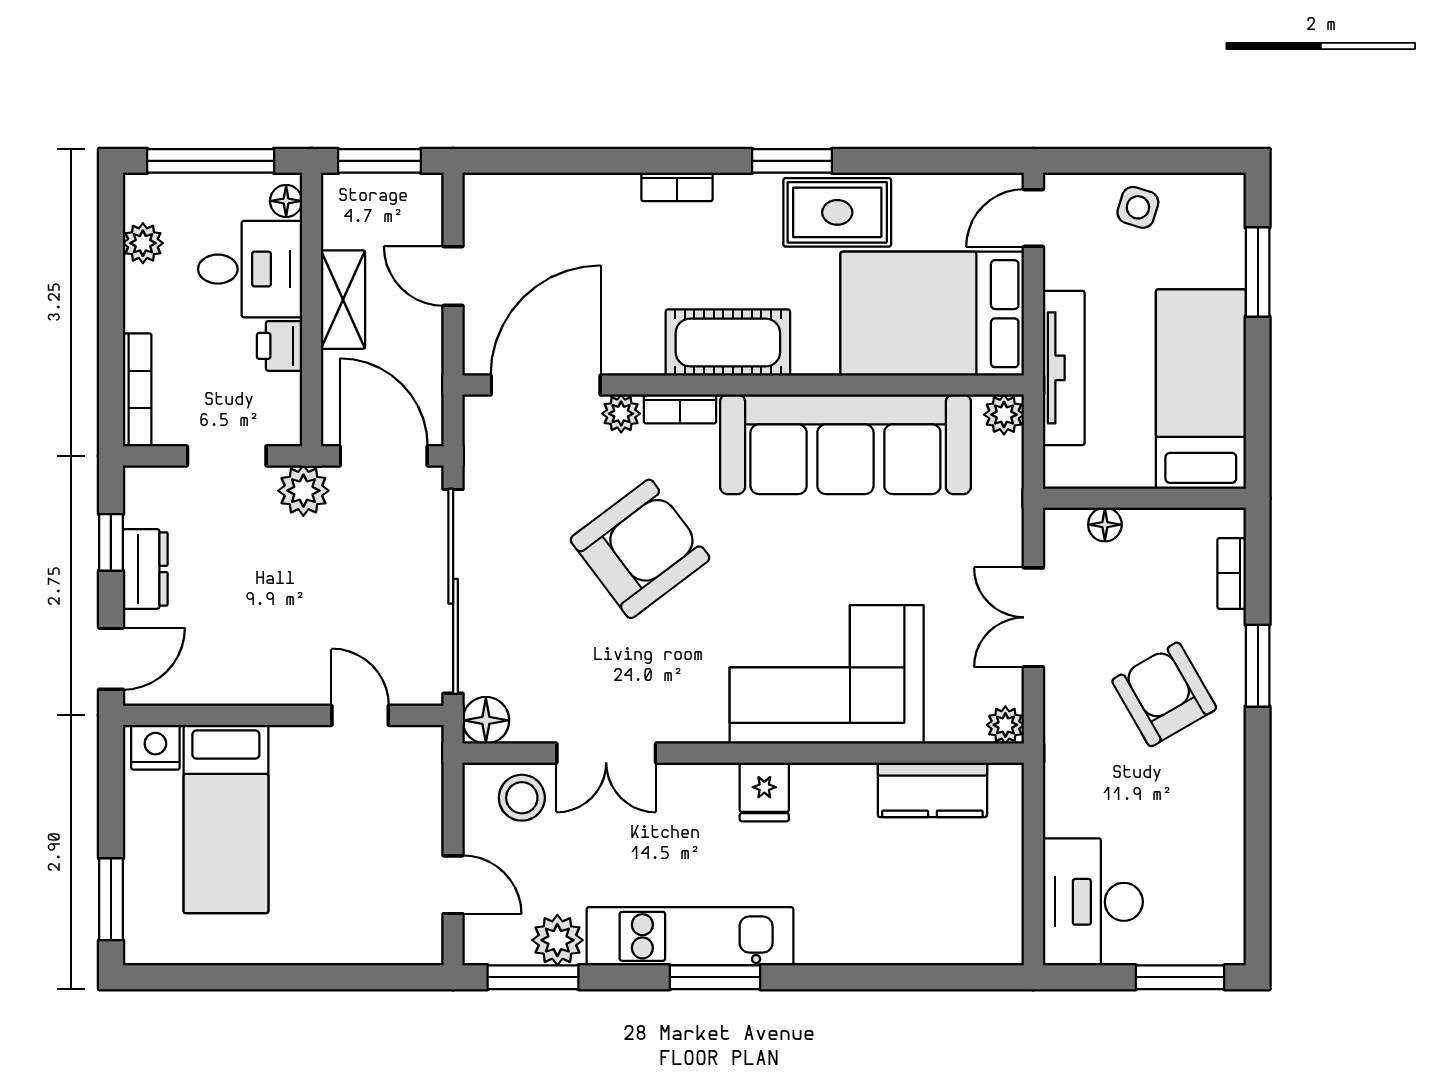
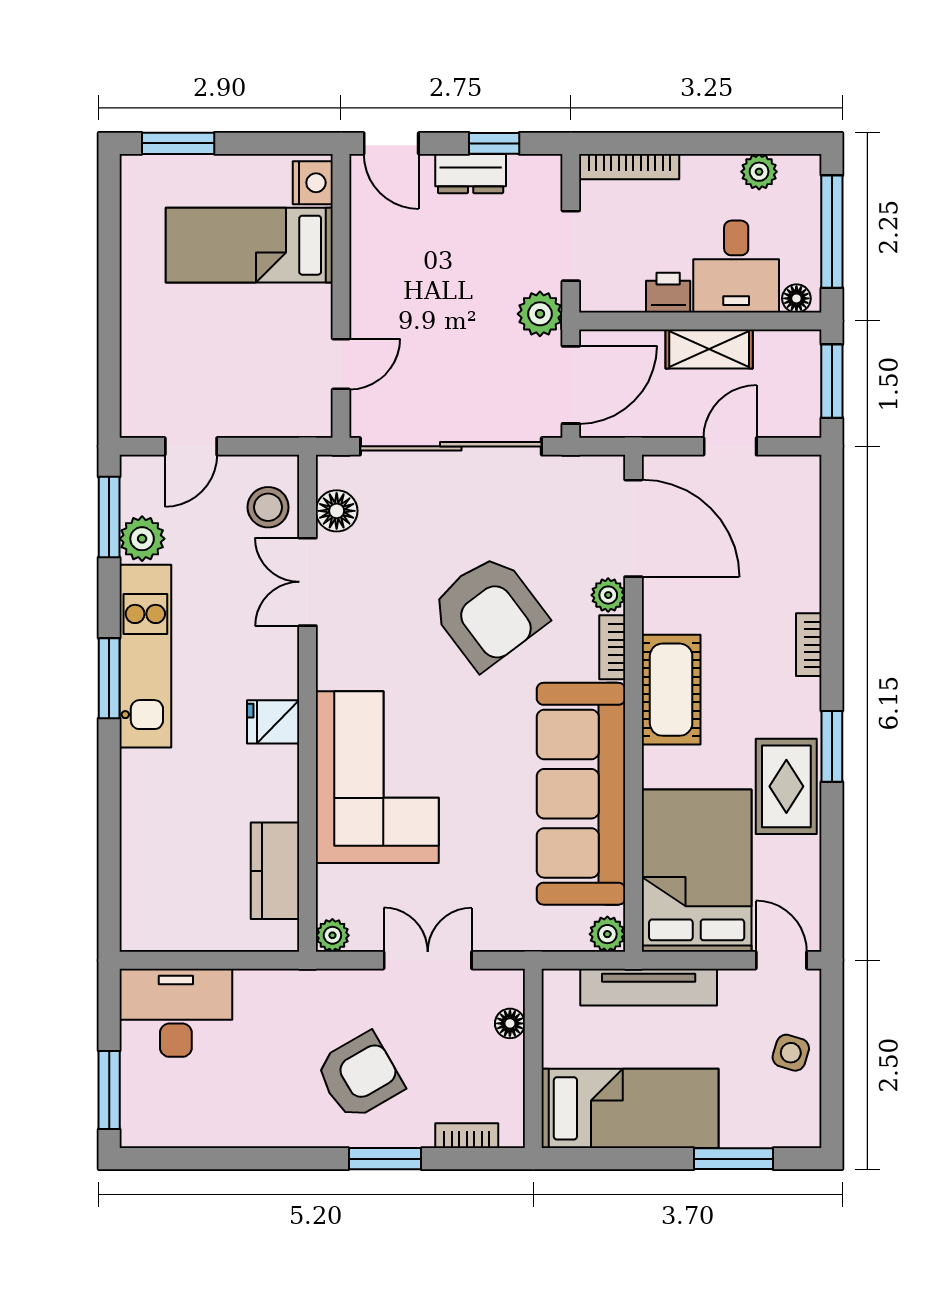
floor lamp: (486, 720) -> (337, 511), moved

